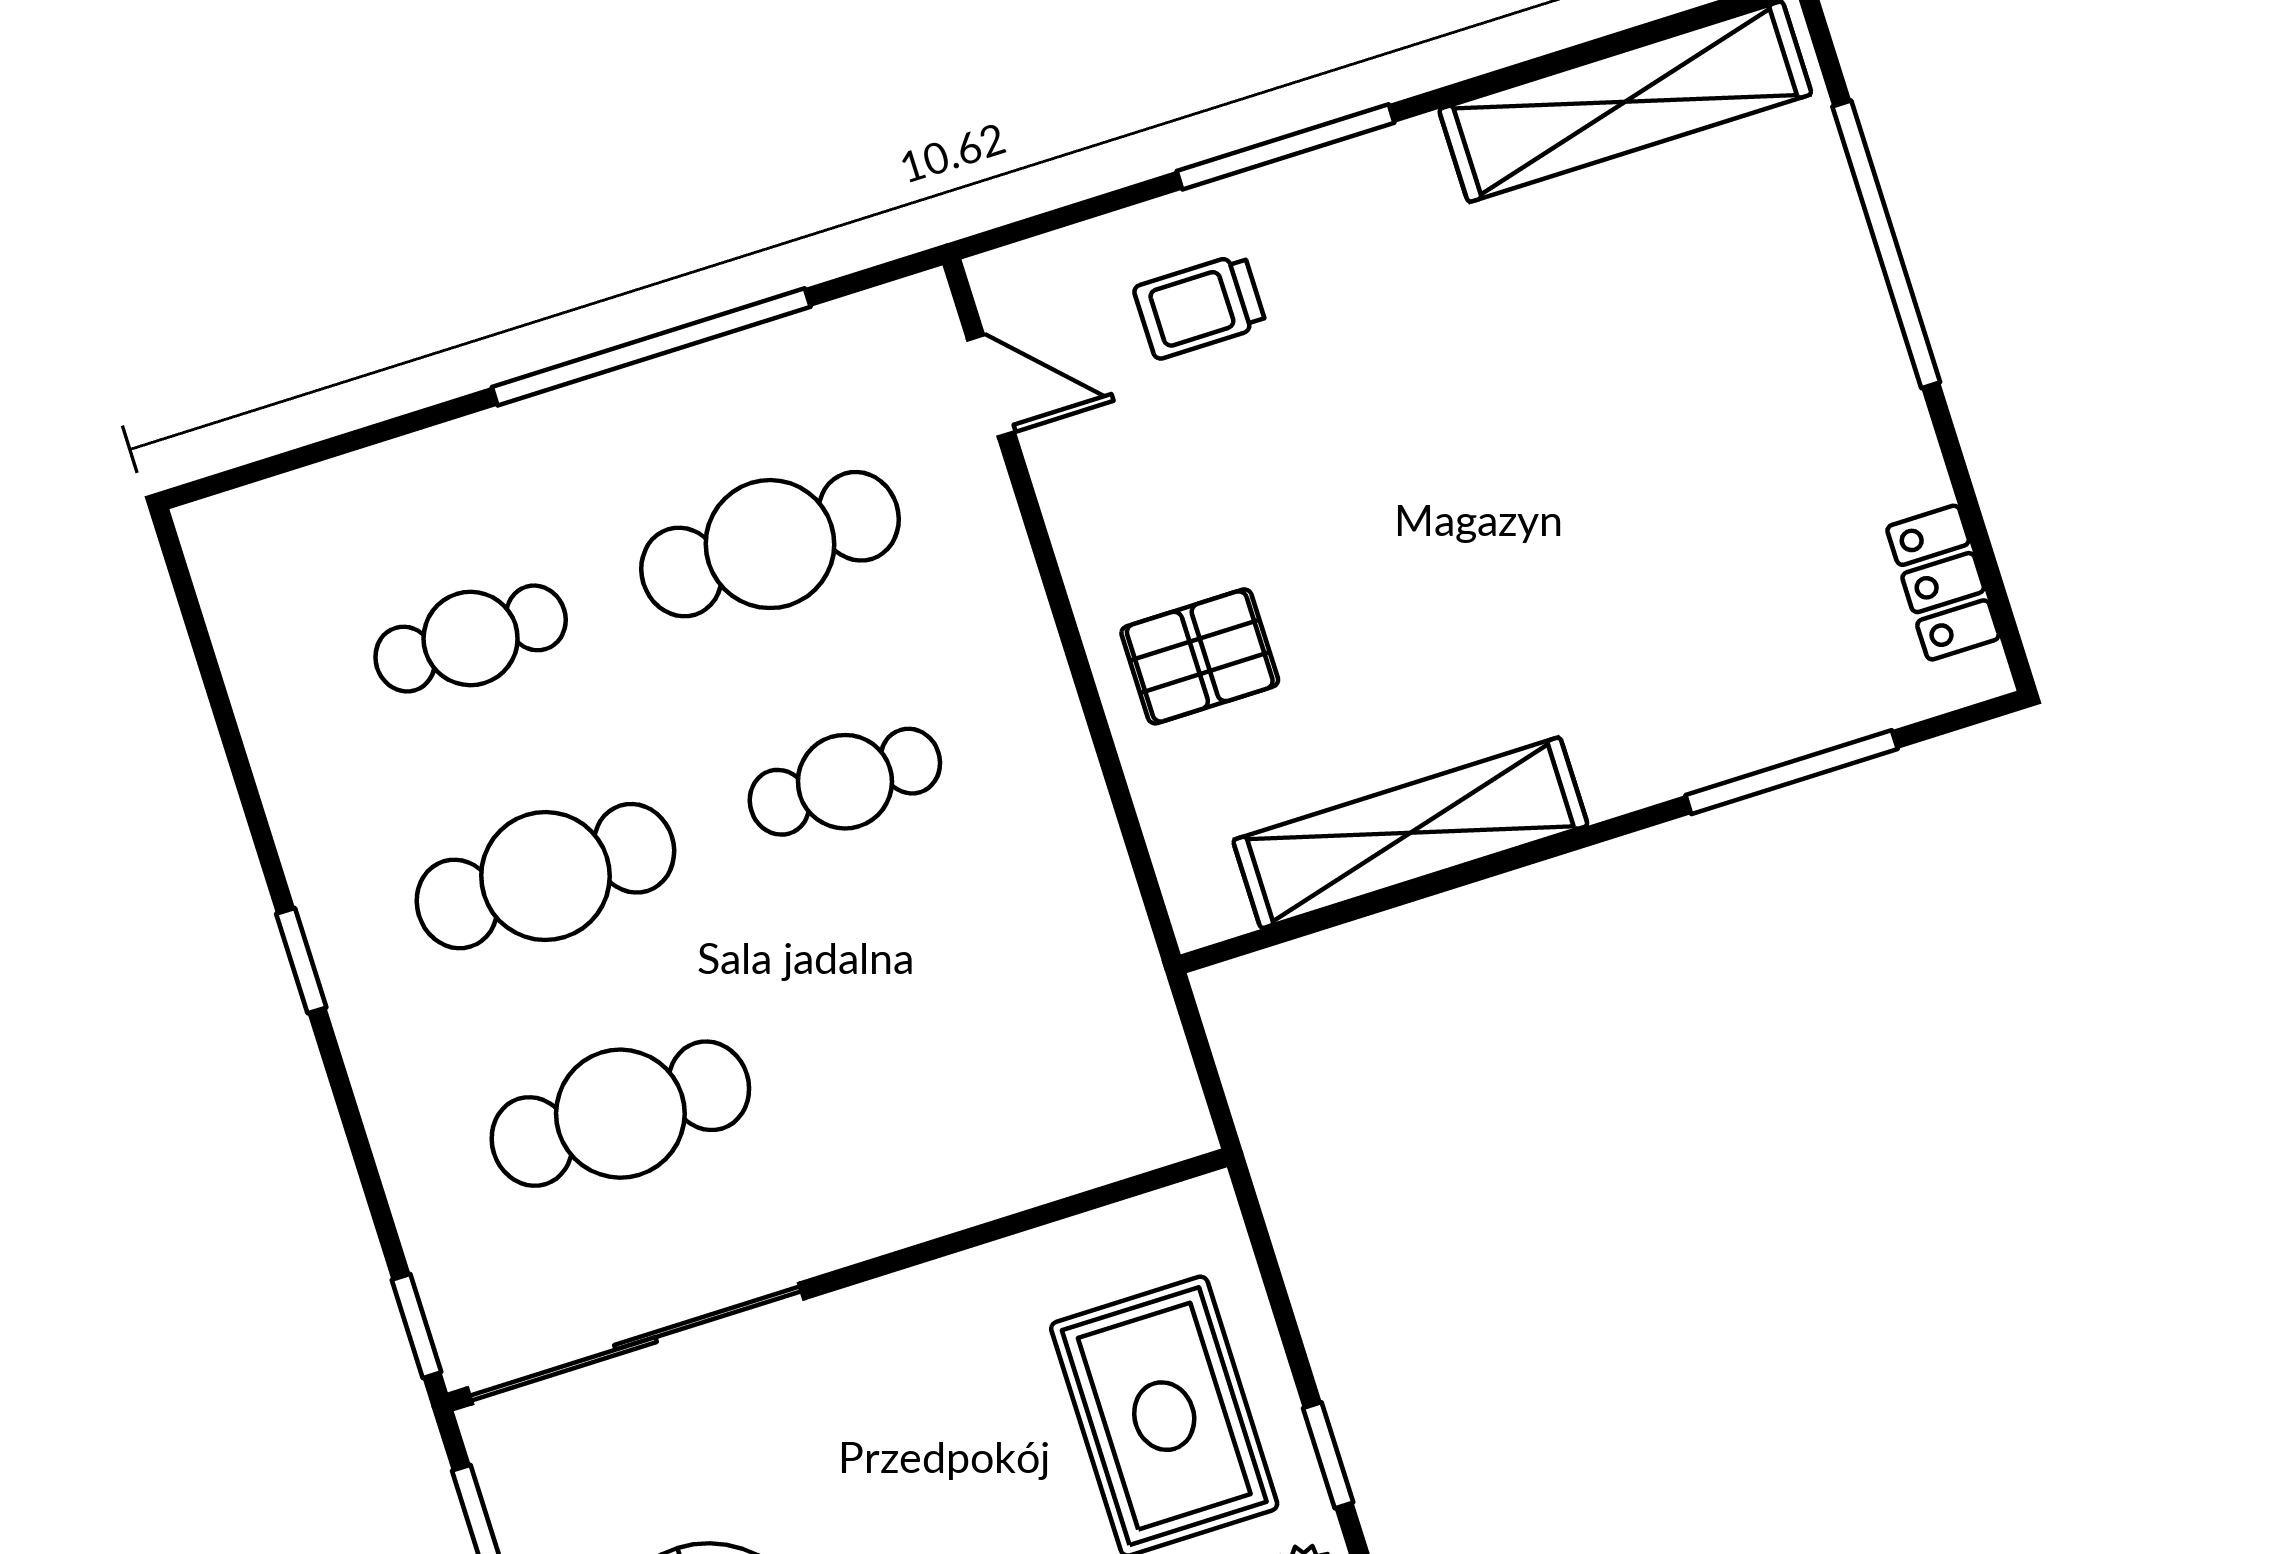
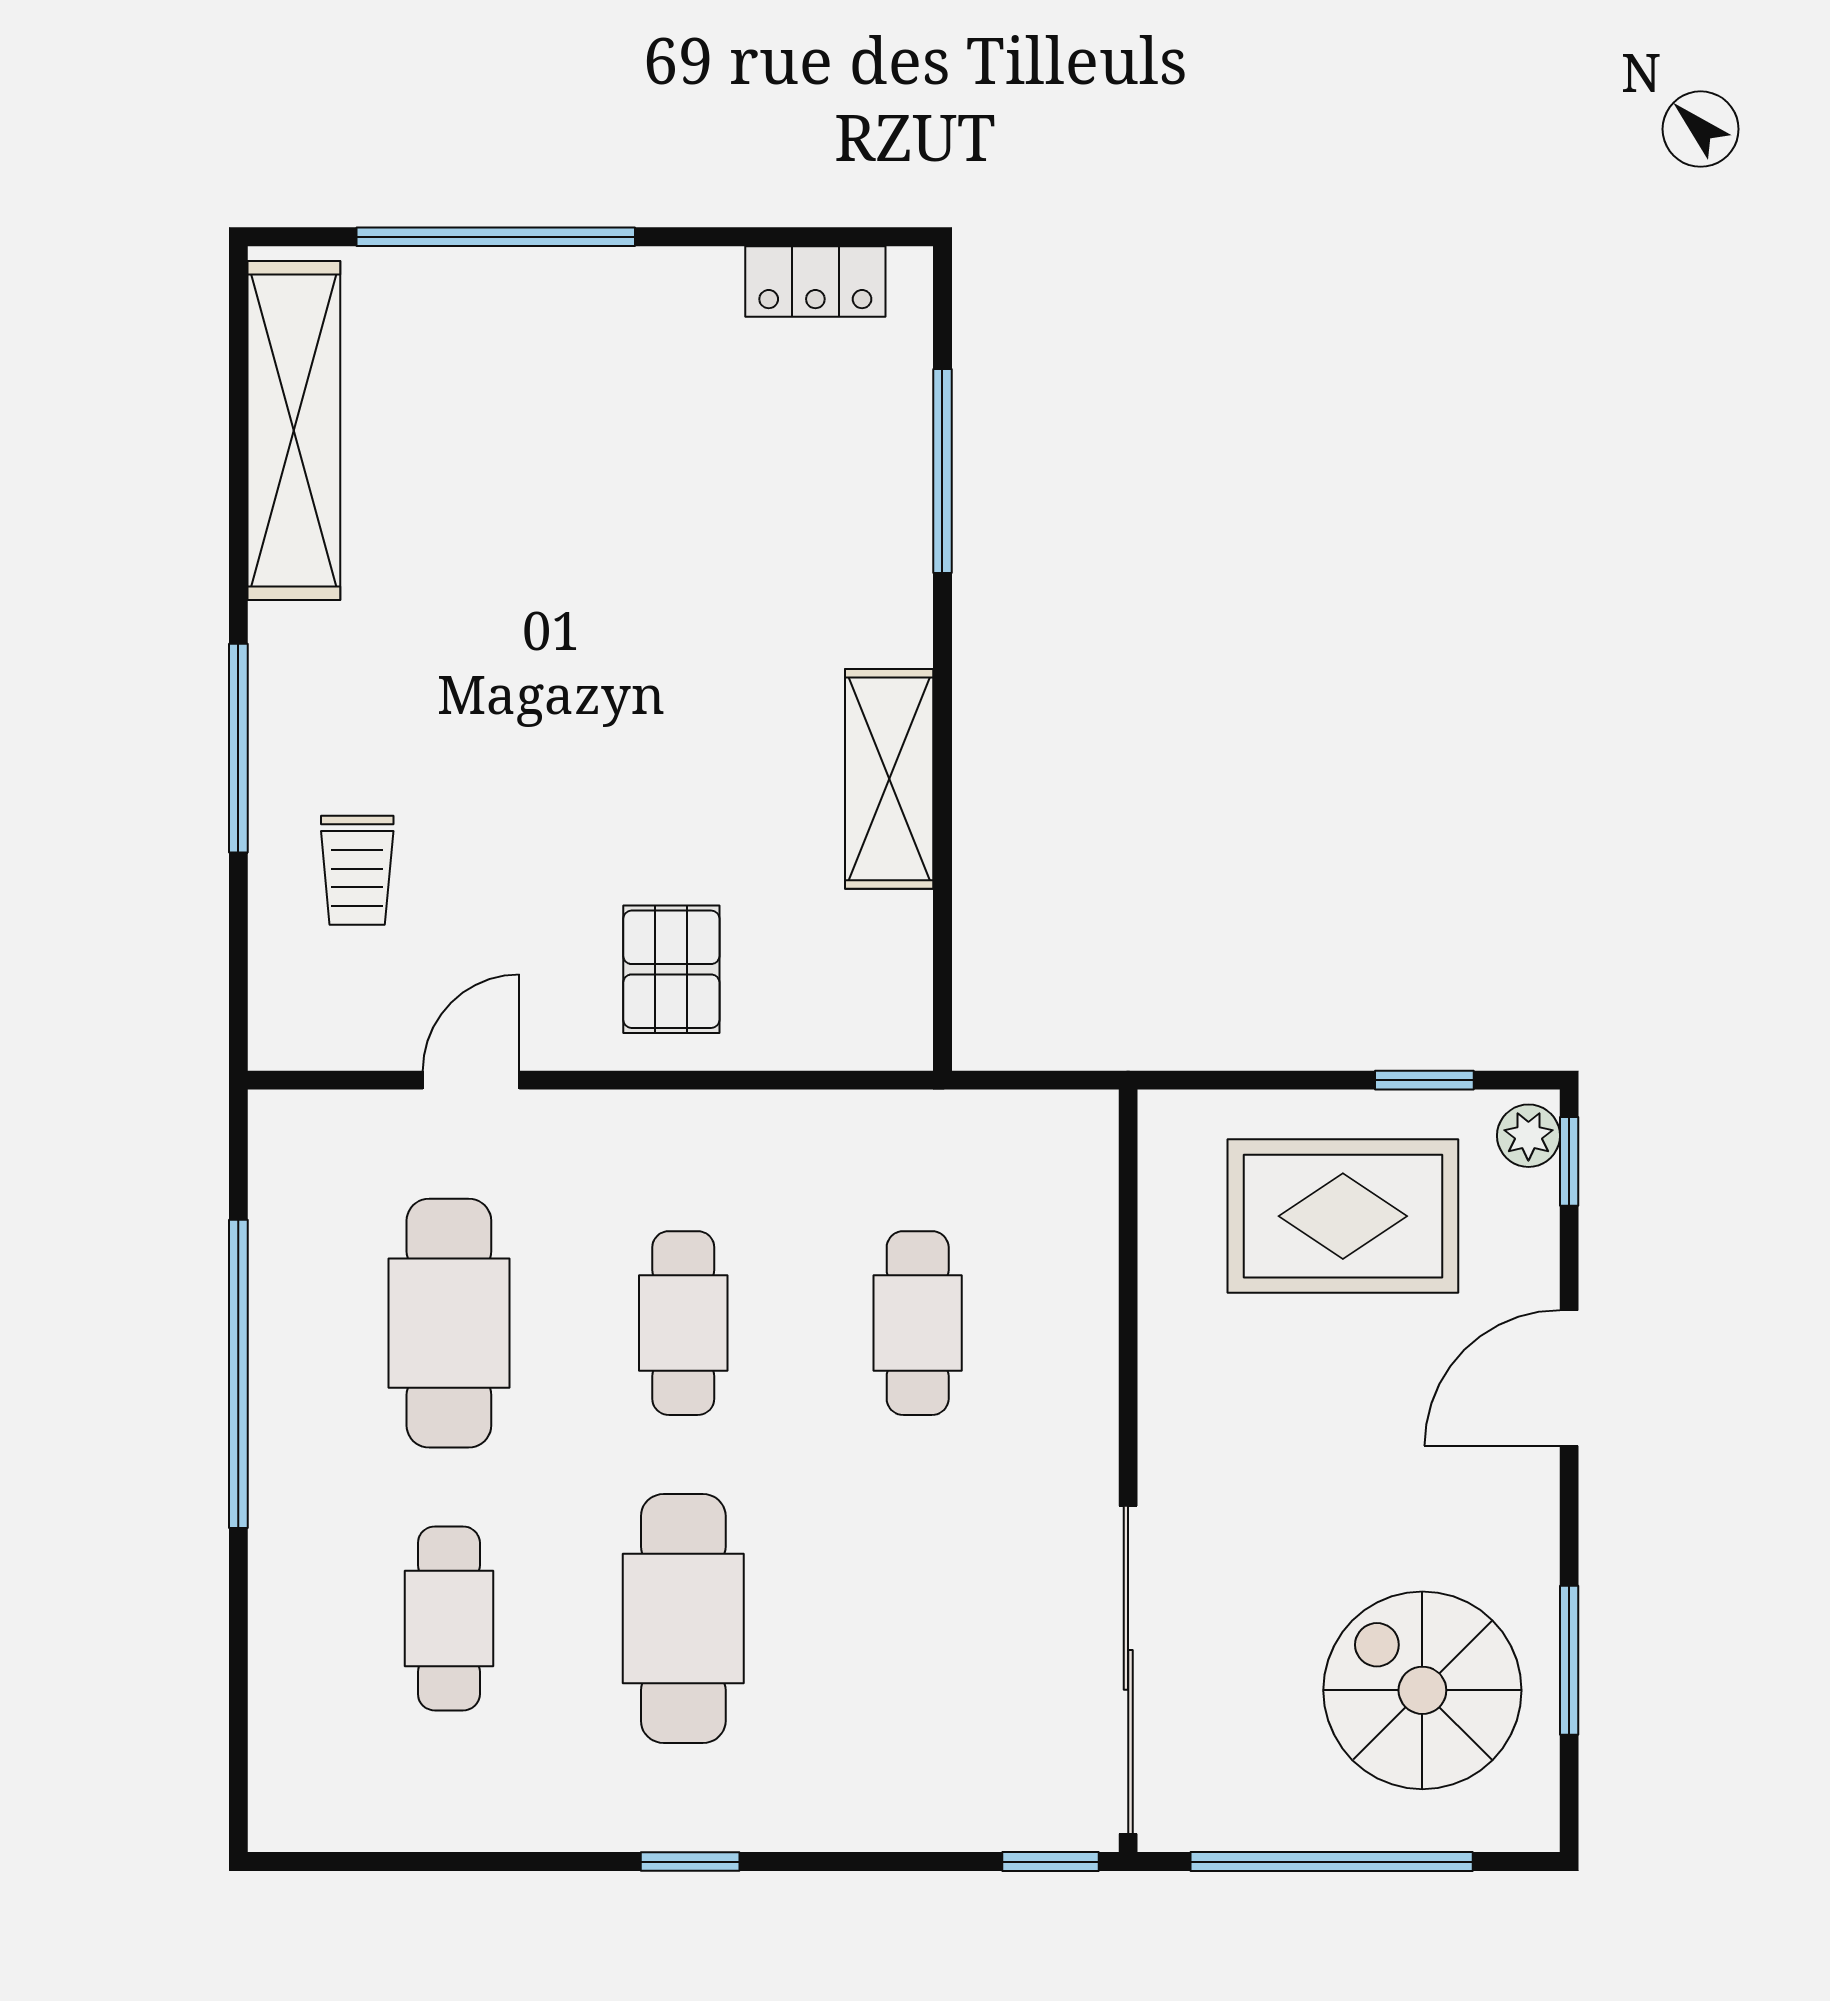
door: (991, 386) -> (471, 1080), moved
shelving: (1410, 833) -> (889, 779), width x0.68
cafe table: (620, 1114) -> (918, 1323), moved, width x0.73, depth x0.74

